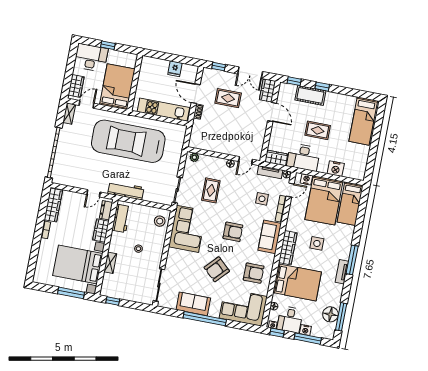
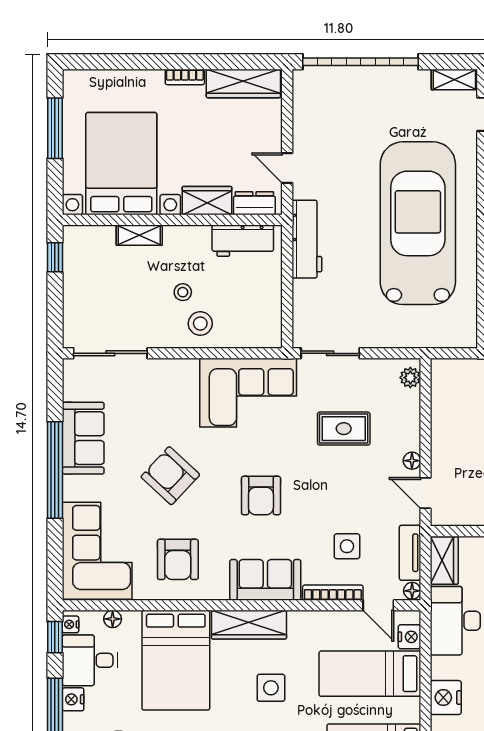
bed: (324, 200) -> (370, 674), width x0.67
stool: (160, 221) -> (200, 324), moved
window: (71, 293) -> (55, 128), moved

